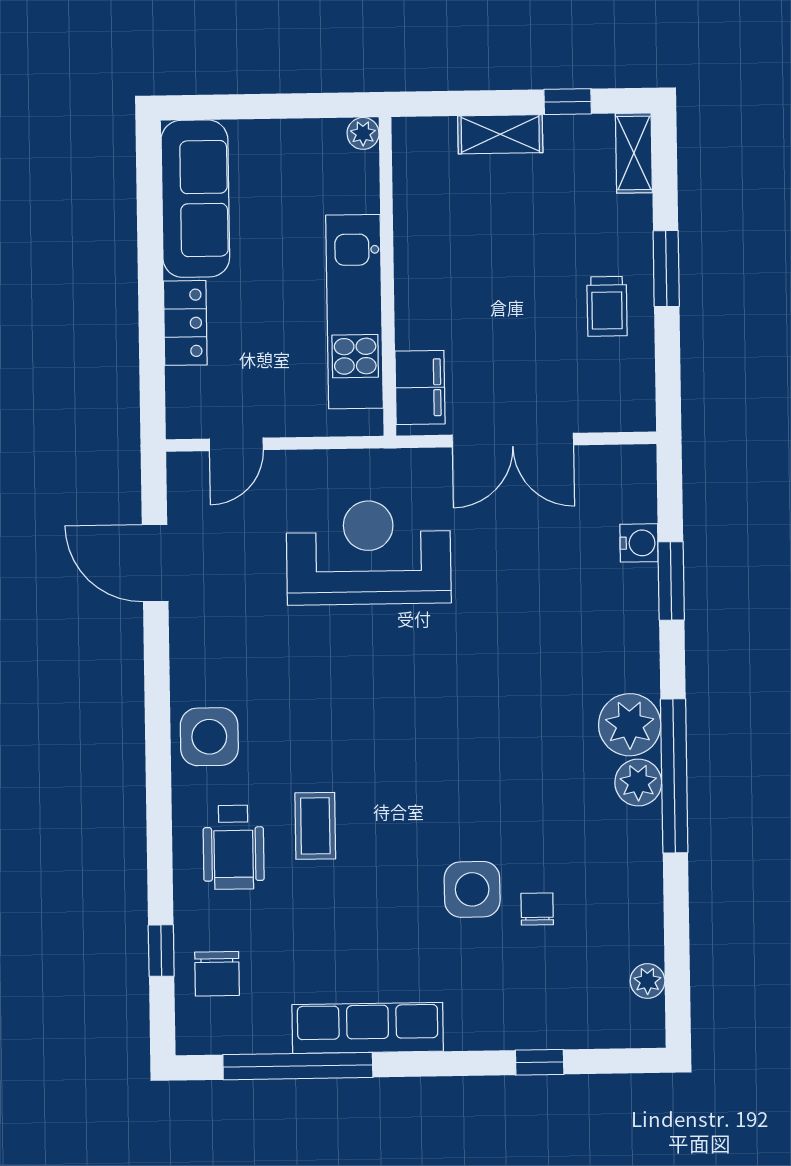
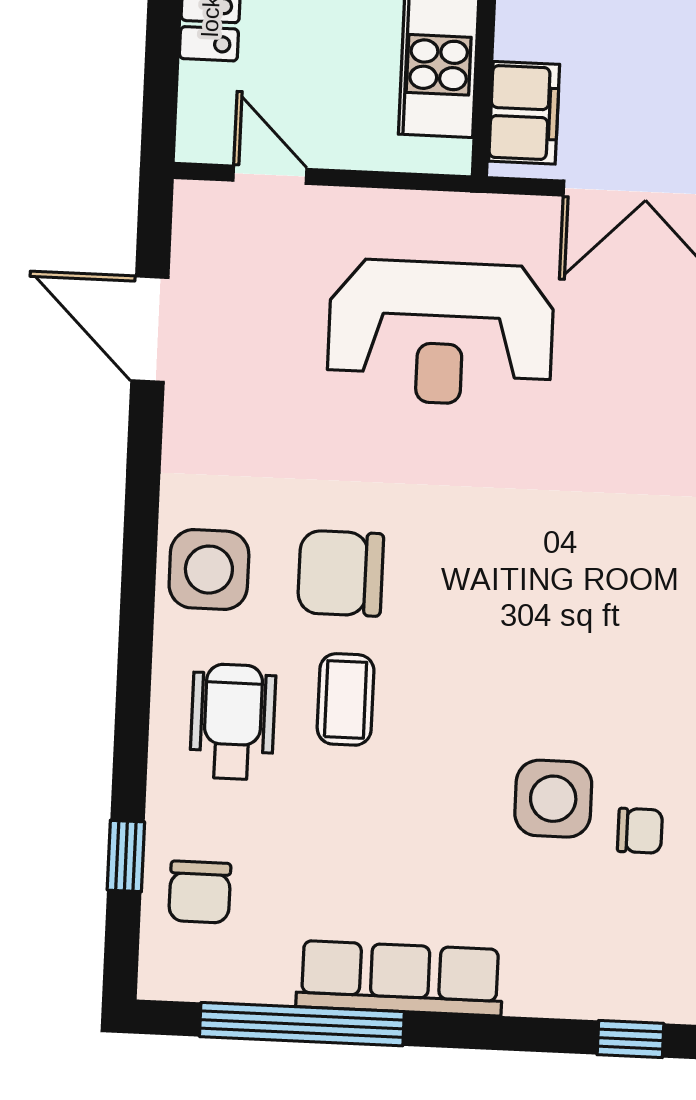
door: (236, 444) -> (270, 175), swing flipped
reception desk: (369, 553) -> (441, 333), turned 180
chair: (306, 734) -> (341, 573), added
wheelchair: (234, 847) -> (233, 722), turned 180
chair: (537, 909) -> (640, 831), turned 90

